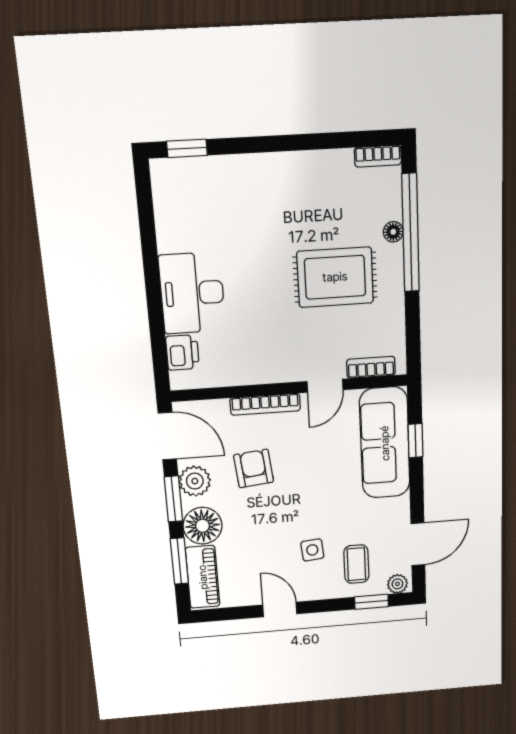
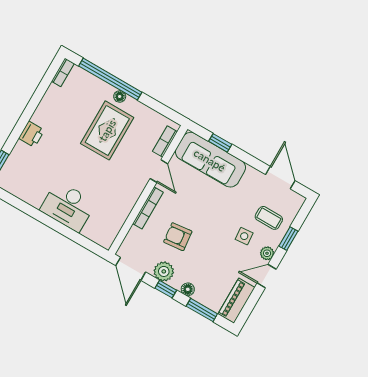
floor lamp: (393, 232) -> (120, 96), moved
printer: (182, 352) -> (32, 134), moved, turned 90
door: (167, 436) -> (131, 269), swing flipped
window: (173, 499) -> (166, 289), width x0.67
floor lamp: (203, 526) -> (188, 289), width x0.53, depth x0.53
piano: (203, 577) -> (236, 301), moved, turned -90
plant: (397, 584) -> (267, 253), moved
window: (372, 602) -> (288, 239), moved

